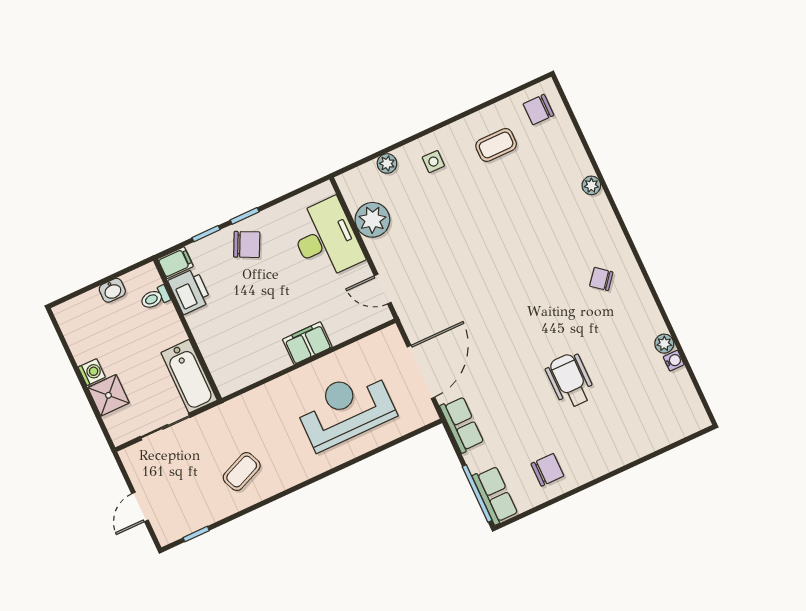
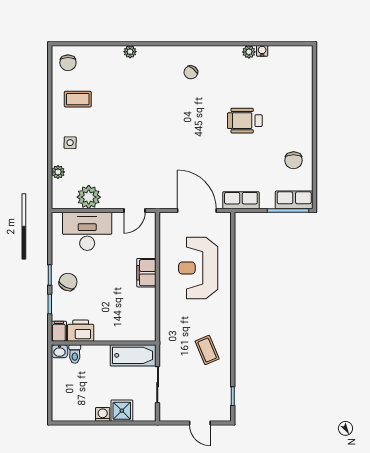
coffee table: (496, 145) -> (78, 99), turned 90
washbasin: (112, 290) -> (59, 351), moved, turned 90
chair: (547, 470) -> (294, 160), turned 180

